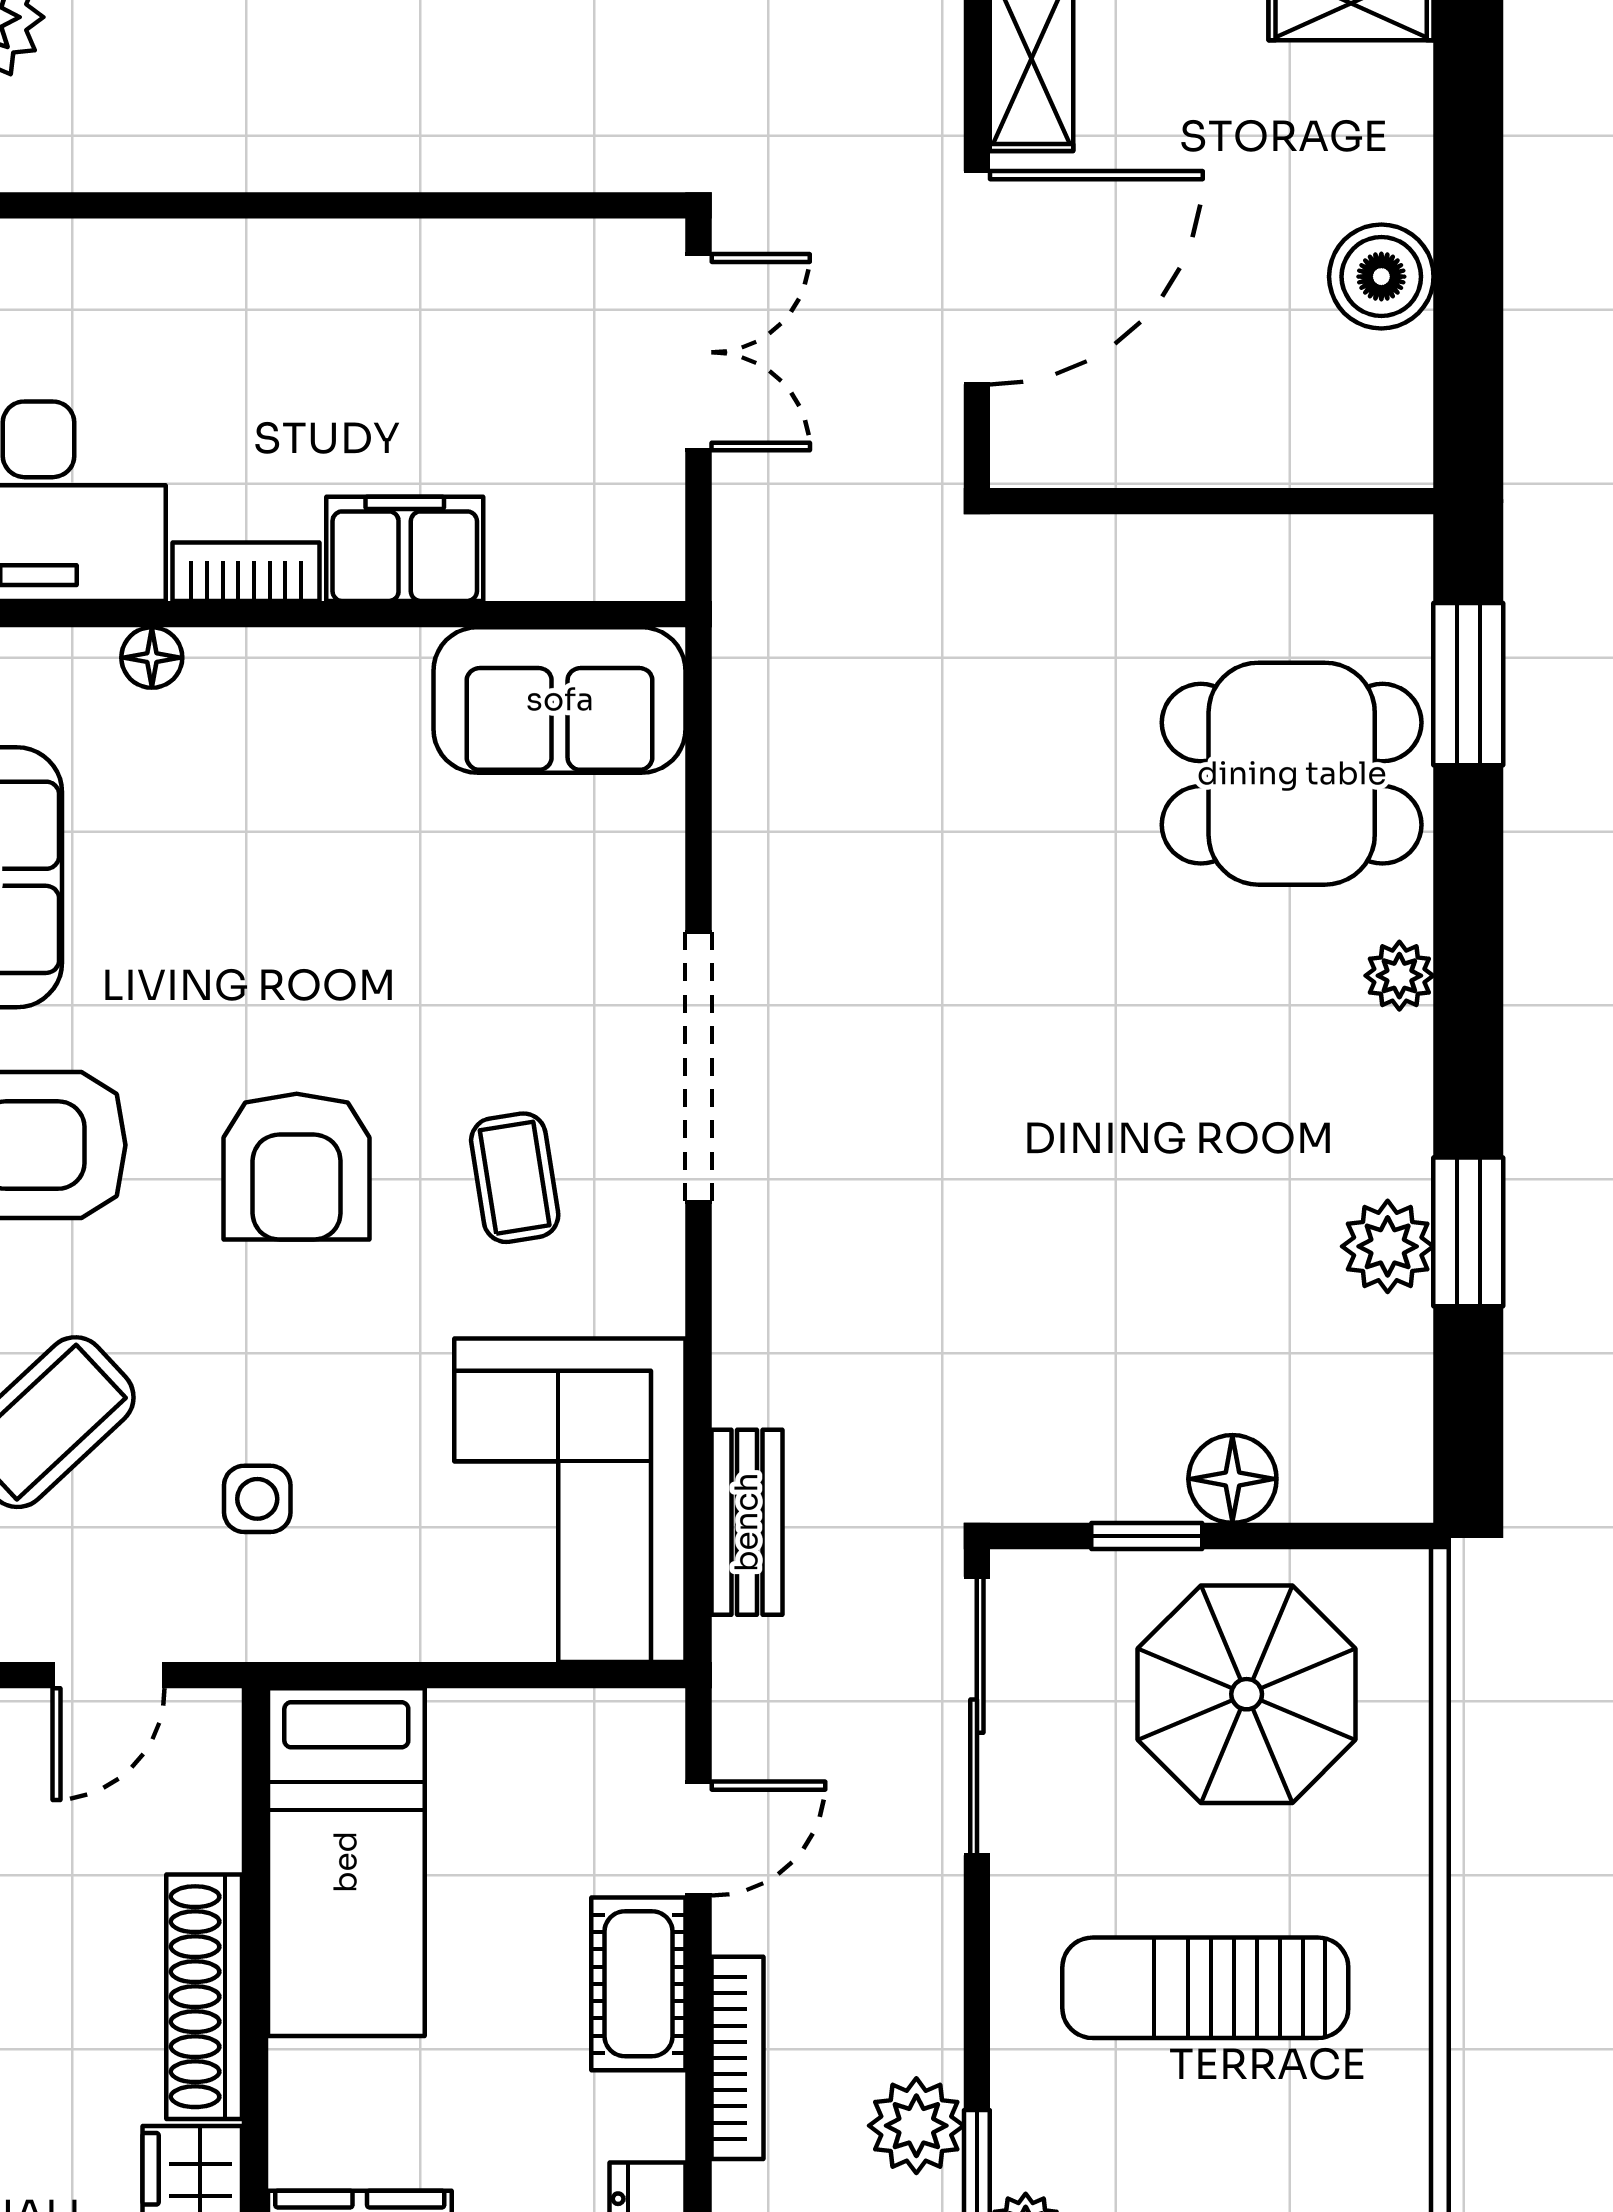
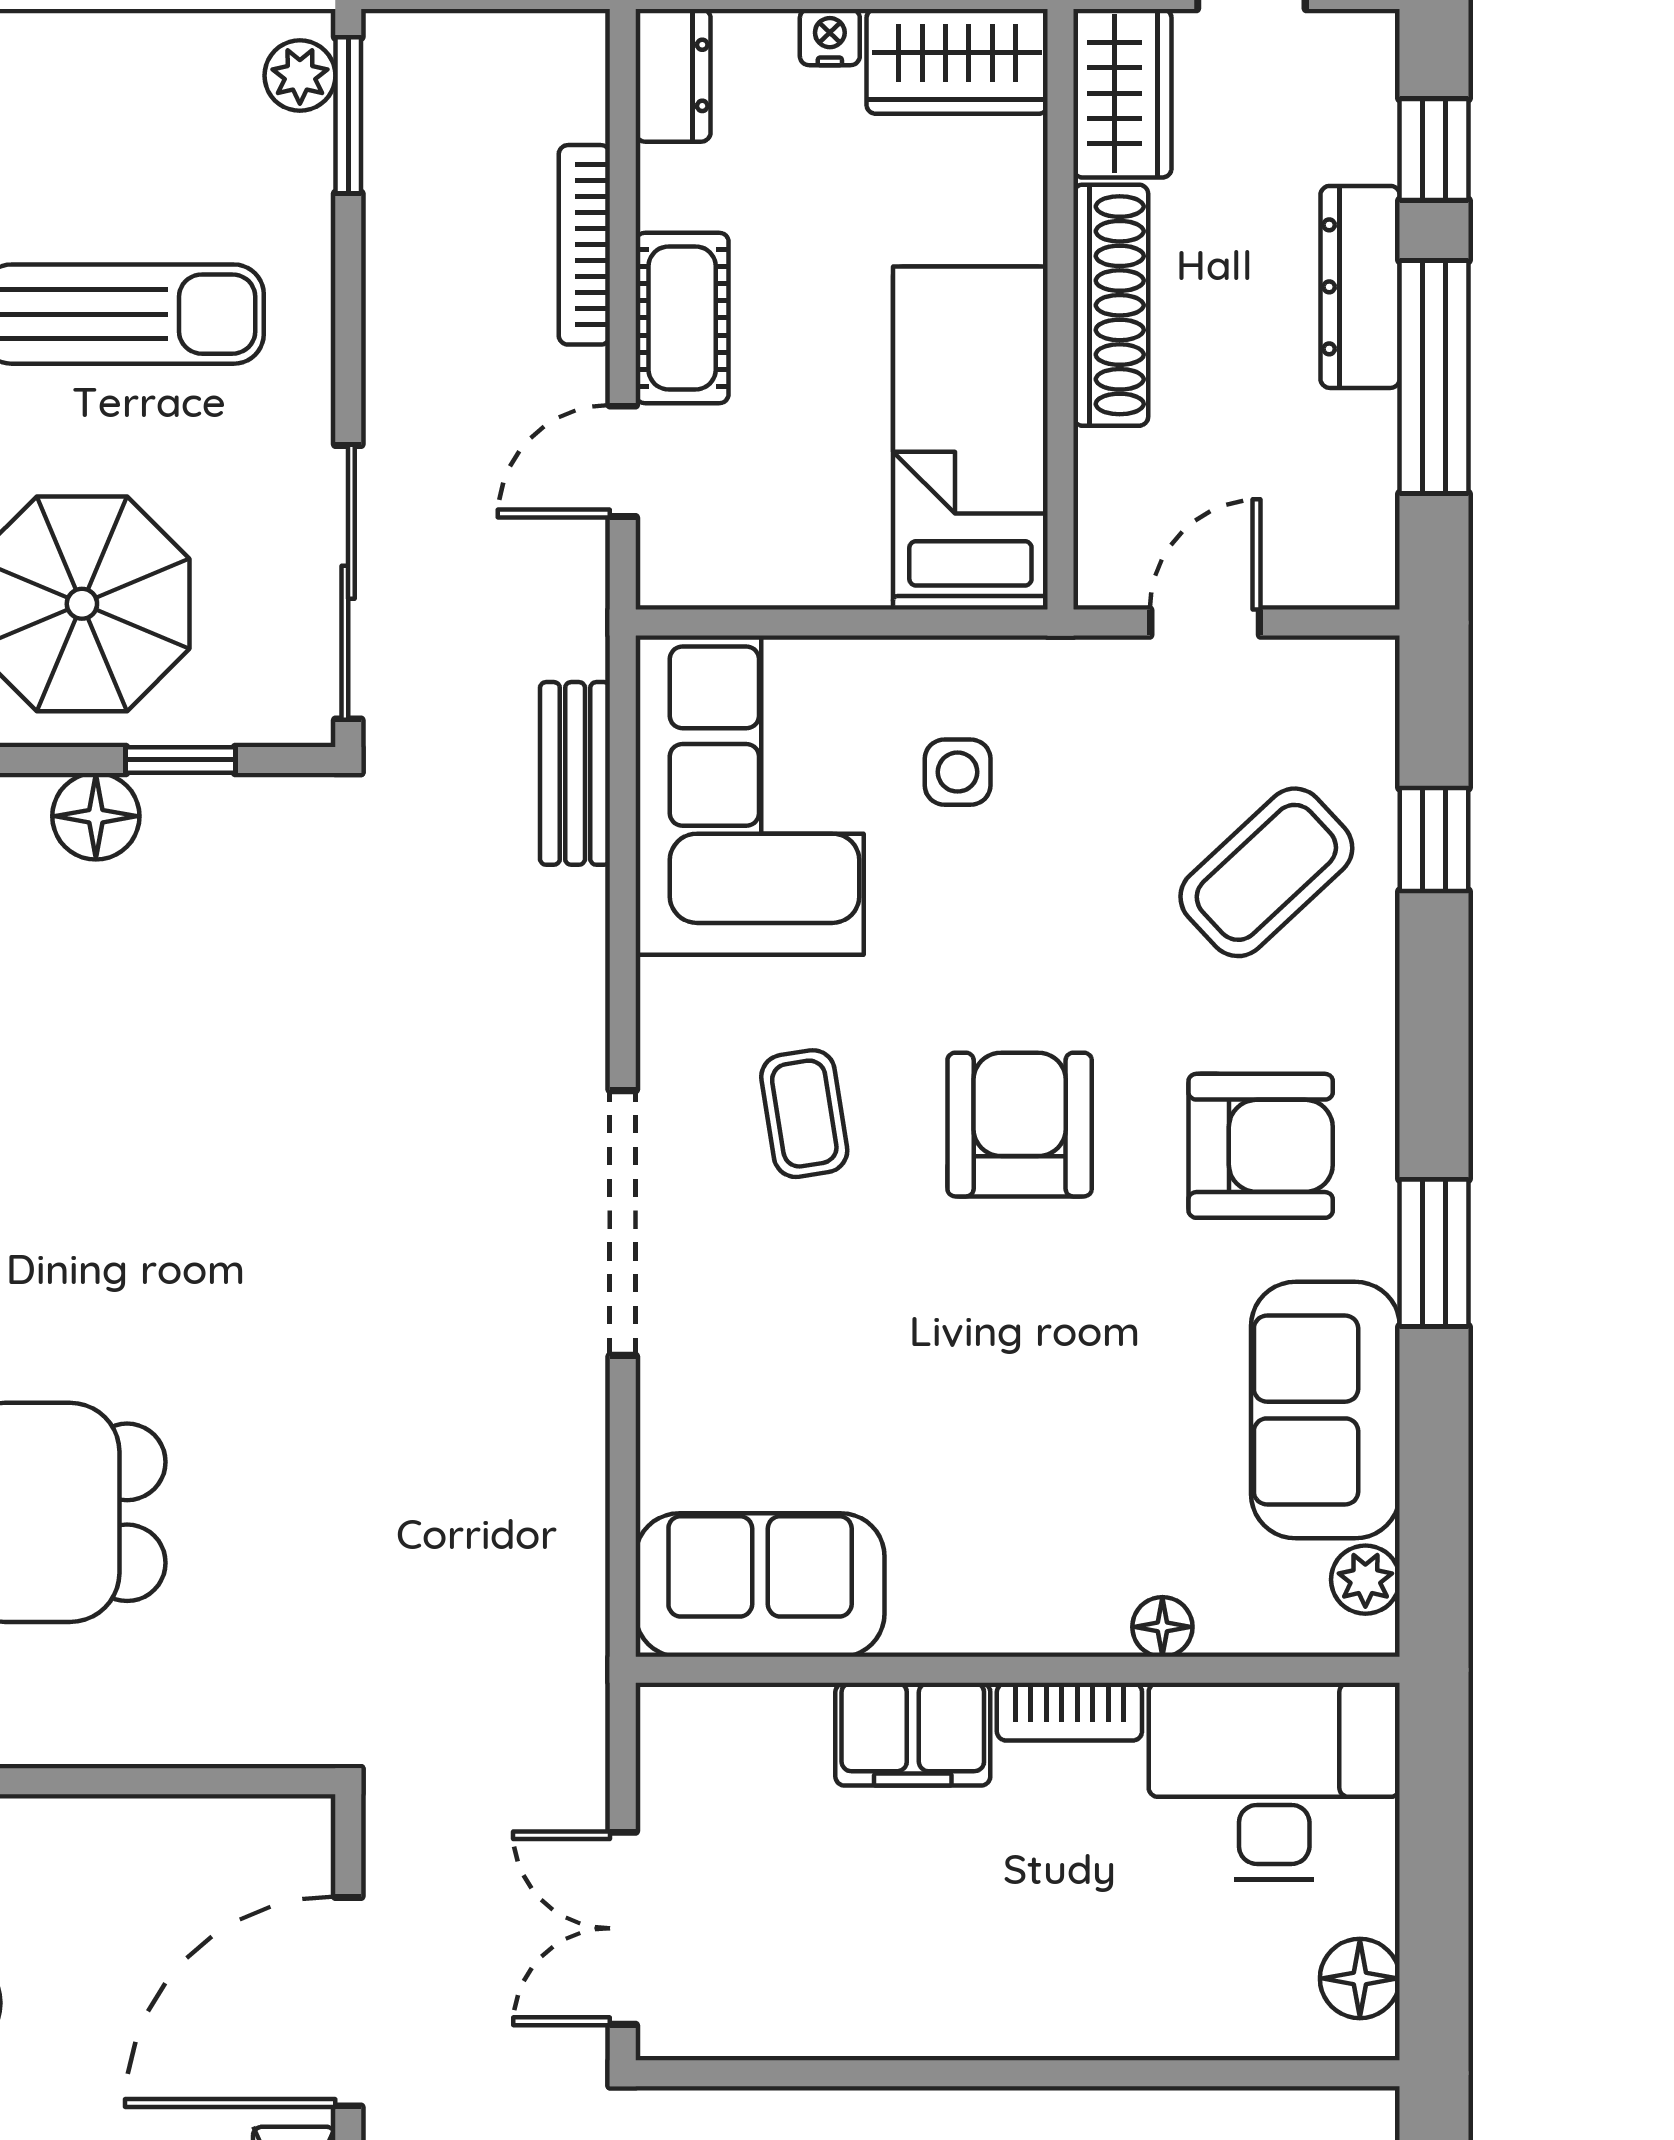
side table: (257, 1499) -> (958, 772), moved
plant: (916, 2126) -> (408, 178), removed

